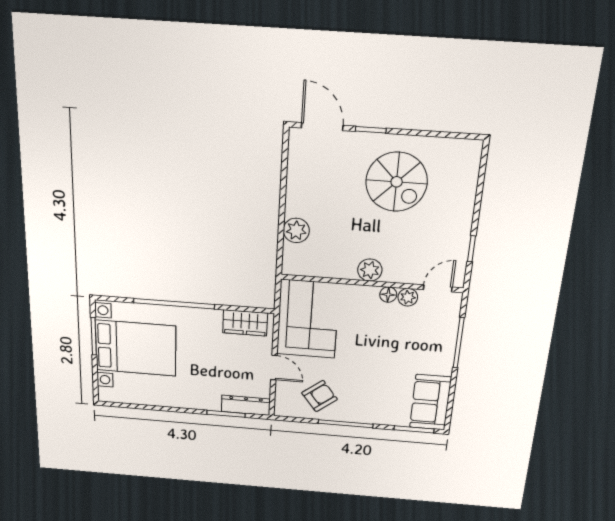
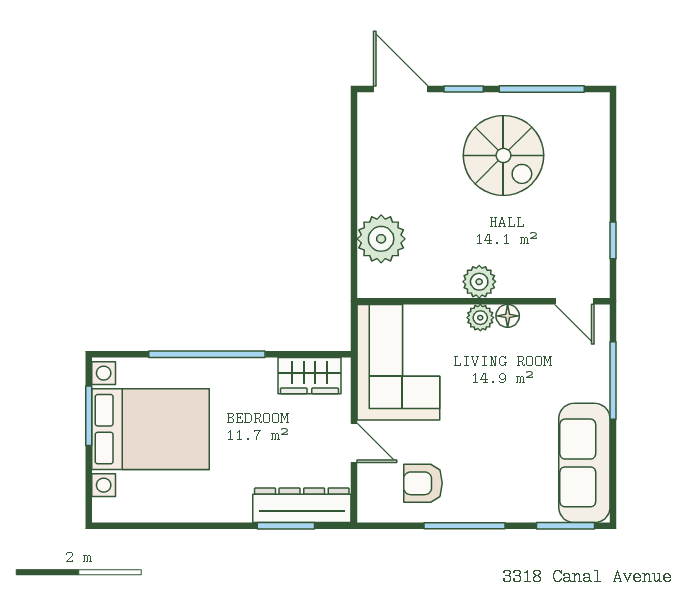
window: (431, 134) -> (542, 89), added
plant: (296, 230) -> (381, 239), width x1.36, depth x1.36
door: (438, 288) -> (574, 301), swing flipped
plant: (408, 297) -> (480, 318), moved
armchair: (320, 396) -> (423, 483), turned -142
sofa: (430, 402) -> (584, 463), width x1.36
dresser: (246, 405) -> (302, 505), width x1.37, depth x1.24

